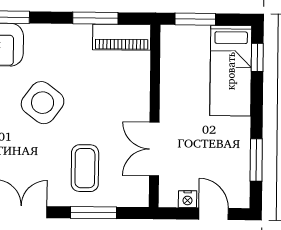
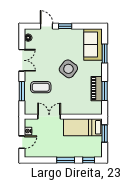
piano: (122, 37) -> (97, 89), moved
bed: (231, 71) -> (83, 127), moved
window: (256, 160) -> (66, 160), moved

